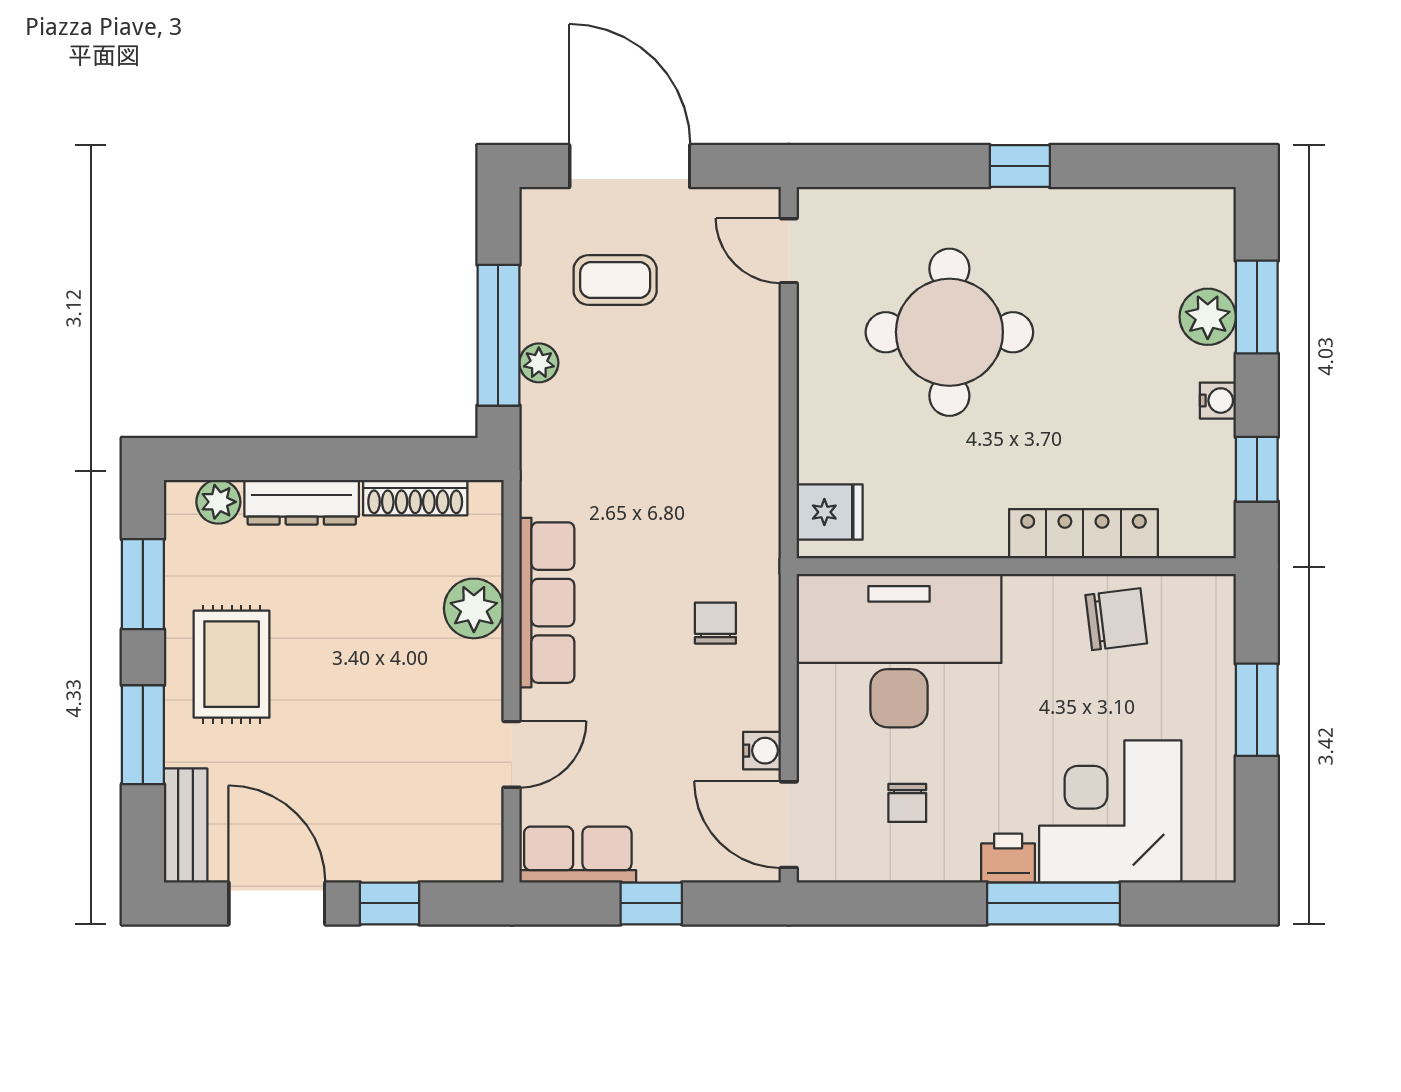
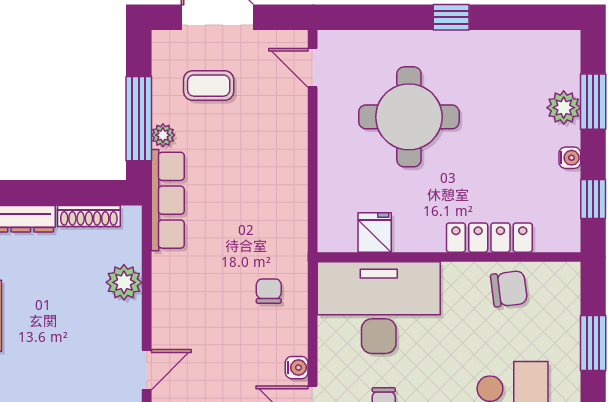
fridge: (830, 512) -> (375, 232), moved, turned -90
row of seats: (547, 603) -> (168, 200), moved

